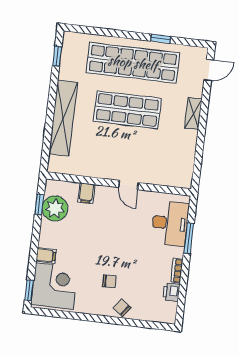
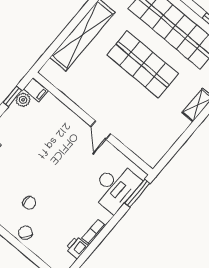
filing cabinet: (86, 193) -> (36, 90), moved, turned -90
plant: (55, 208) -> (23, 100), width x0.53, depth x0.53
window: (189, 238) -> (137, 193), moved

